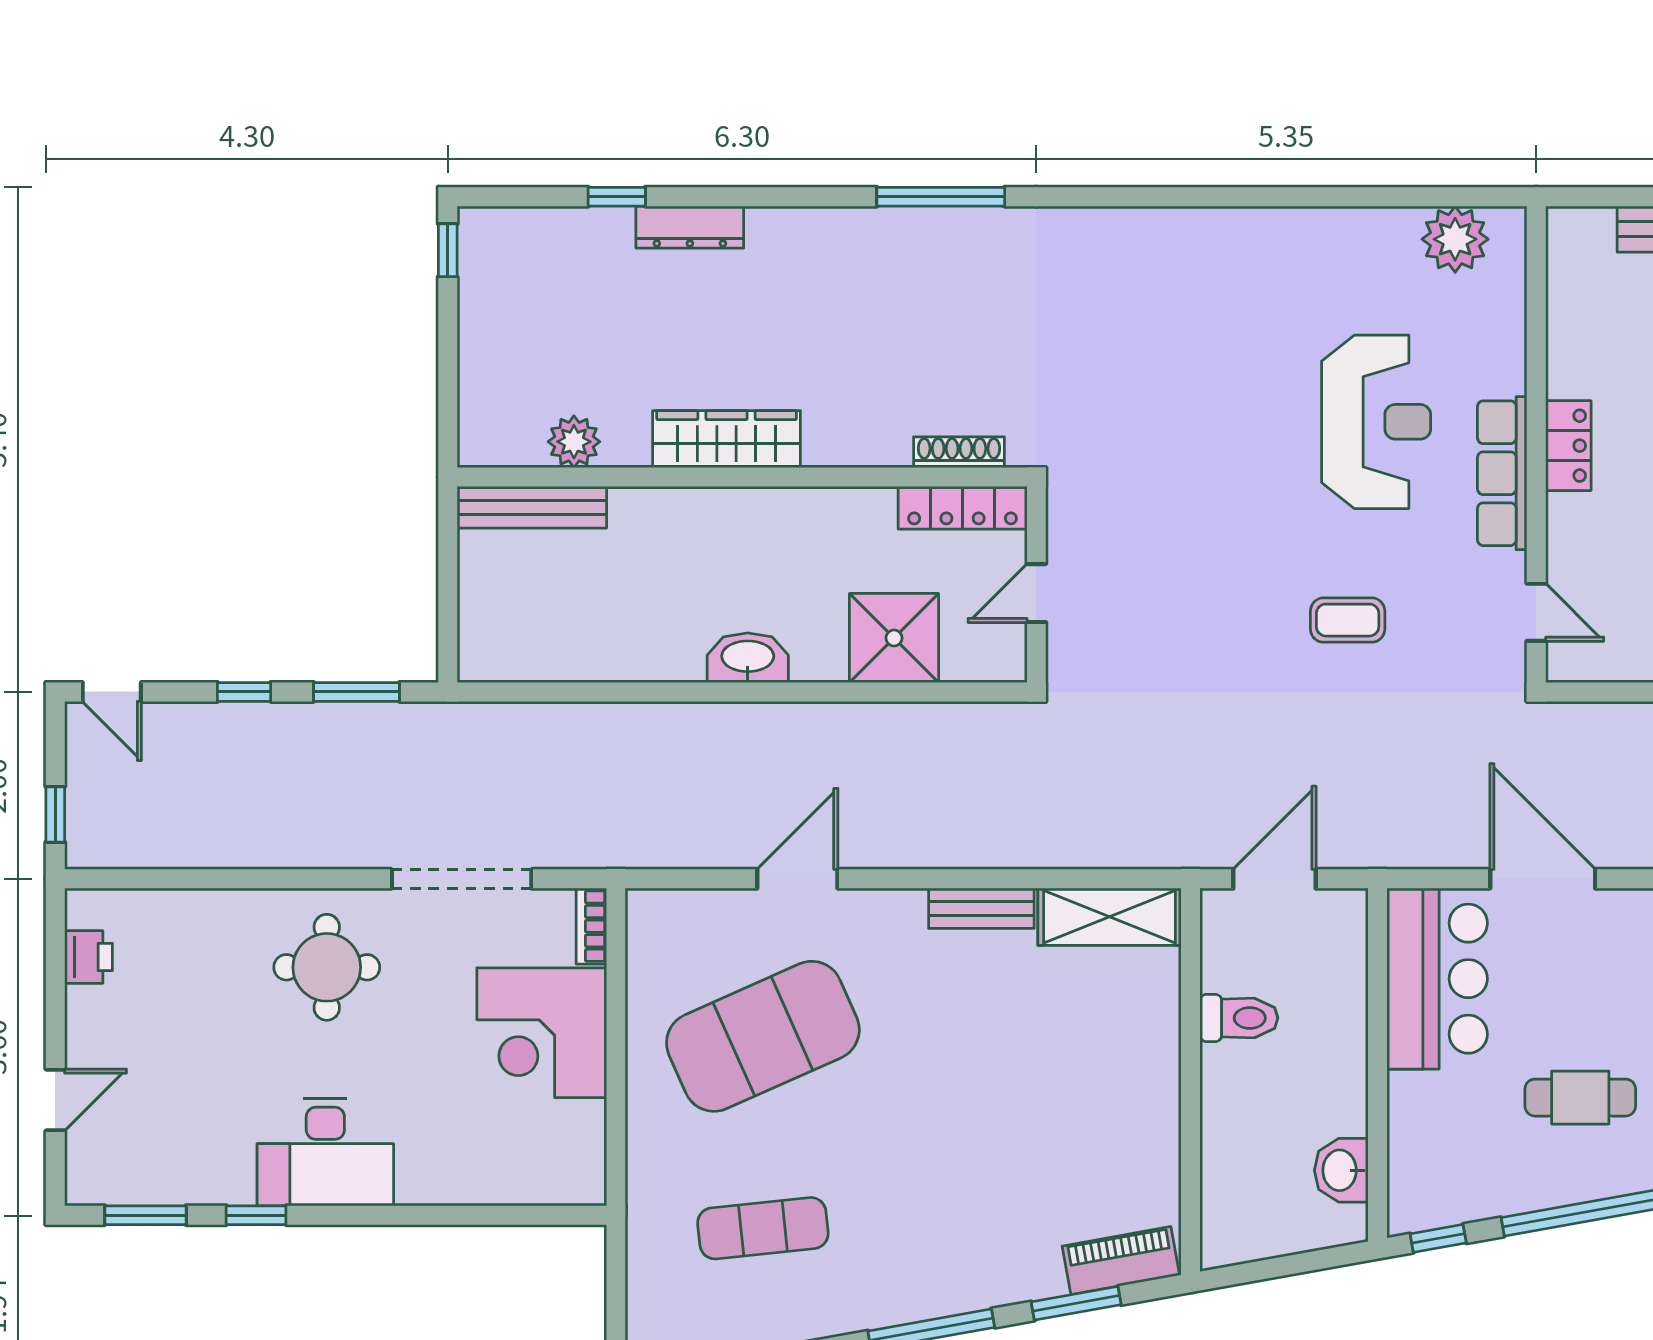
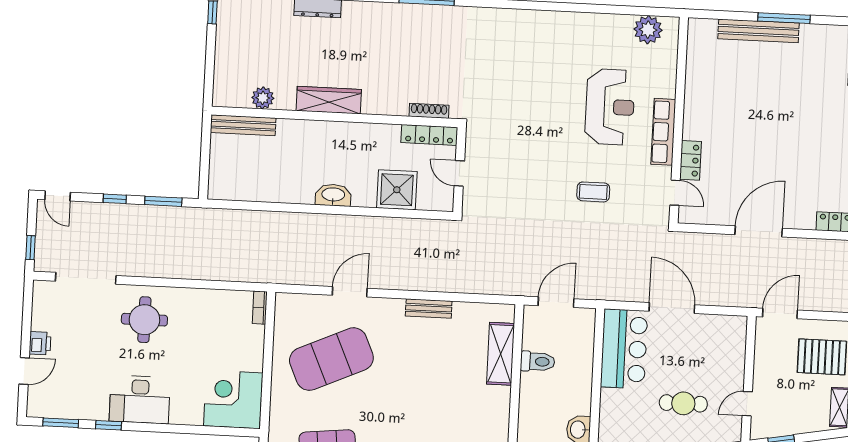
locker: (1568, 446) -> (690, 160), moved
door: (1036, 593) -> (459, 173), hinge flipped
doorway: (462, 879) -> (86, 278), moved
shelving: (1110, 917) -> (501, 354), moved, turned 90
printer: (89, 957) -> (40, 343), moved
corner desk: (542, 1033) -> (233, 399), moved, turned 90

